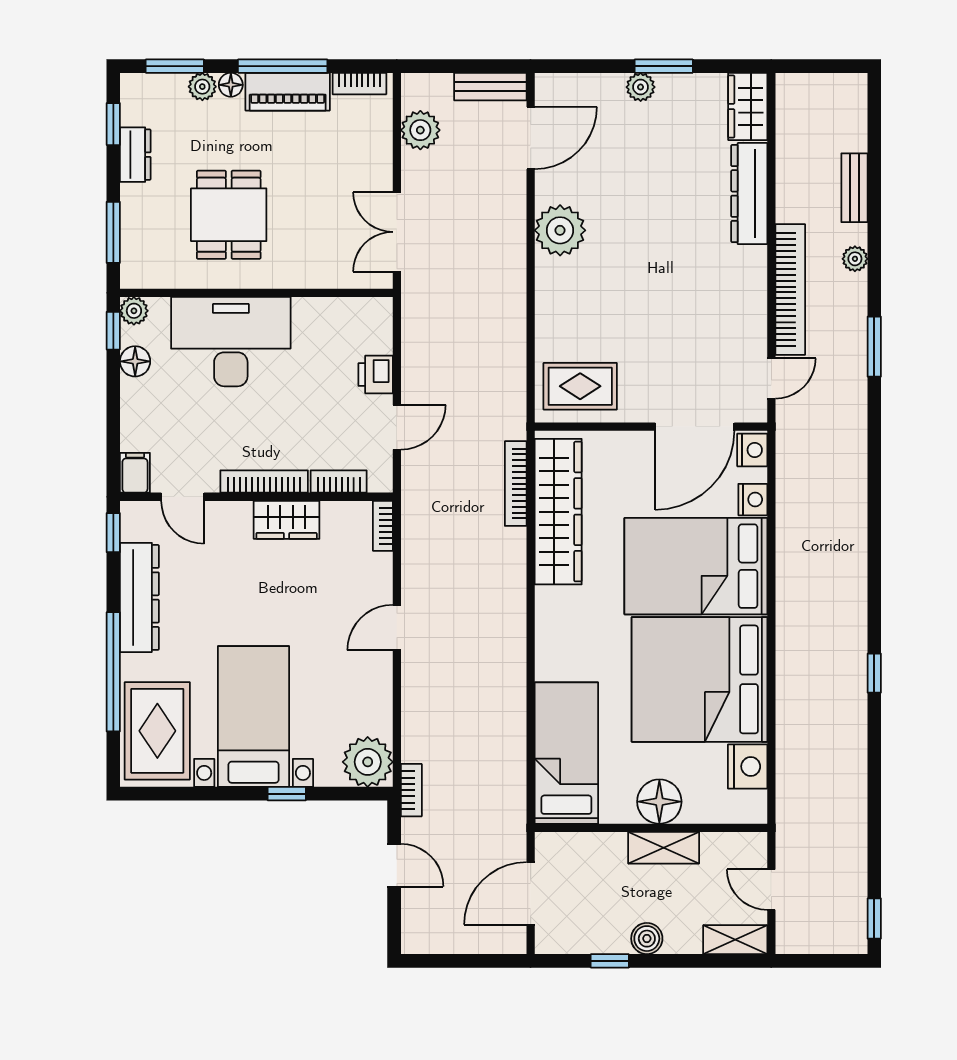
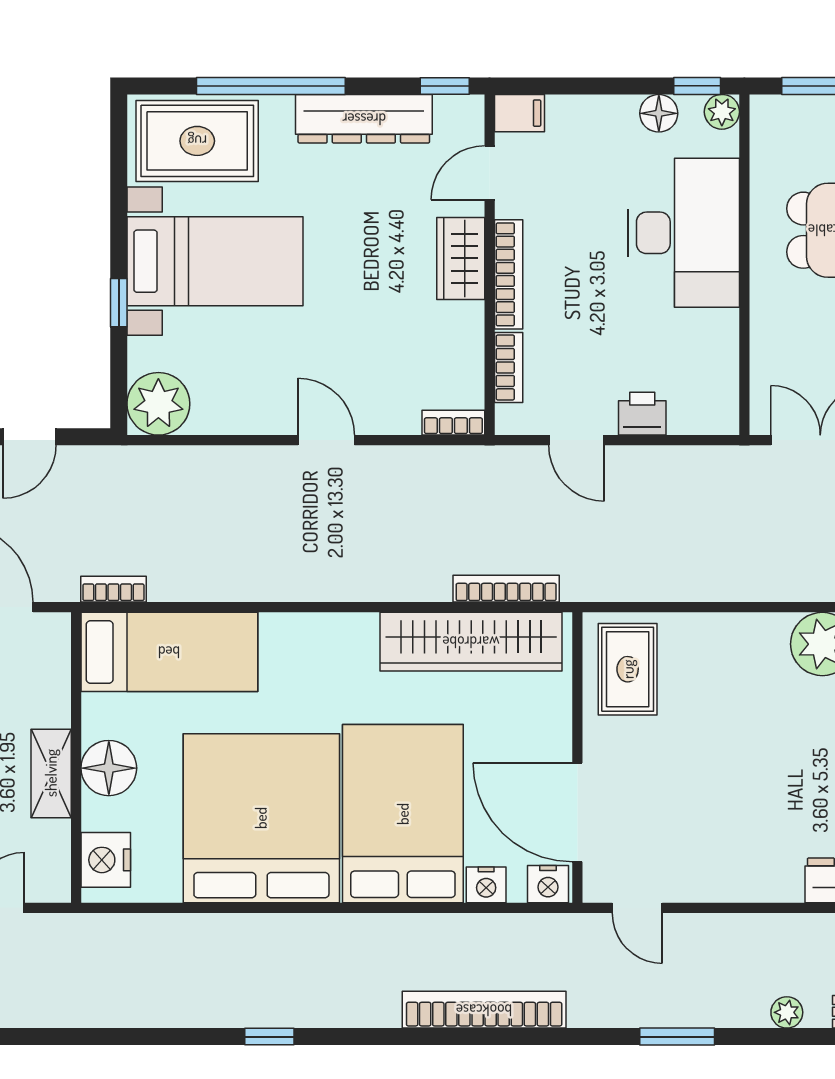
bookcase: (790, 290) -> (484, 1010), moved, turned 180
wardrobe: (287, 520) -> (461, 258), moved
nightstand: (748, 766) -> (106, 860), moved, turned 90
bookcase: (411, 790) -> (113, 589), moved, turned 180

